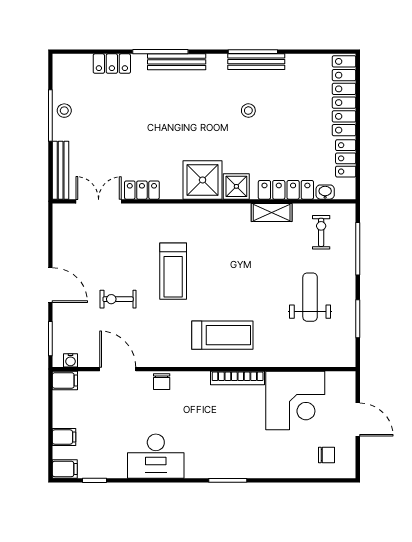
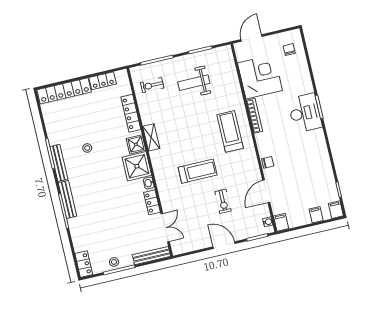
bench: (256, 62) -> (59, 163), moved
locker: (112, 64) -> (84, 264), moved
washbasin: (325, 192) -> (149, 183), moved
double door: (99, 201) -> (165, 228), swing flipped
shelving: (272, 212) -> (151, 137), moved
door: (50, 285) -> (224, 245), hinge flipped
door: (358, 420) -> (251, 38), moved
desk: (156, 456) -> (305, 113), moved

